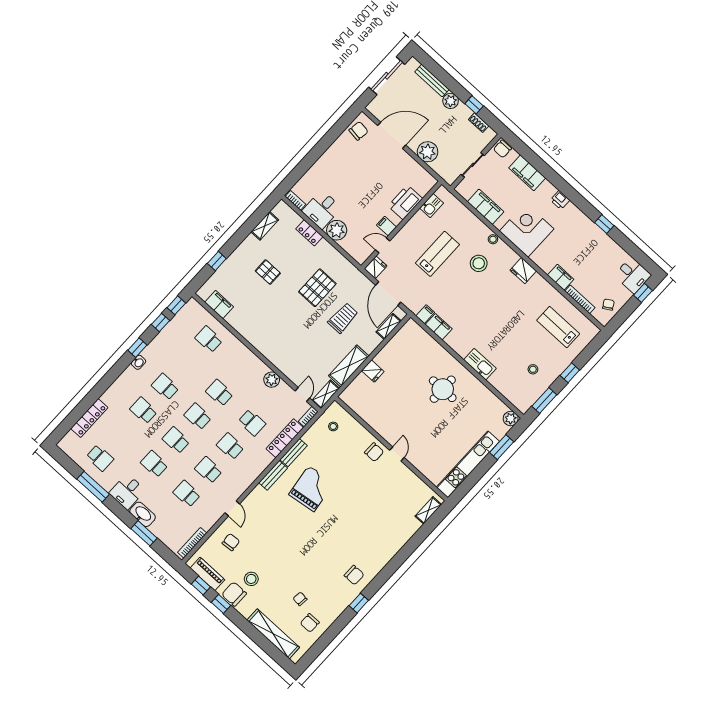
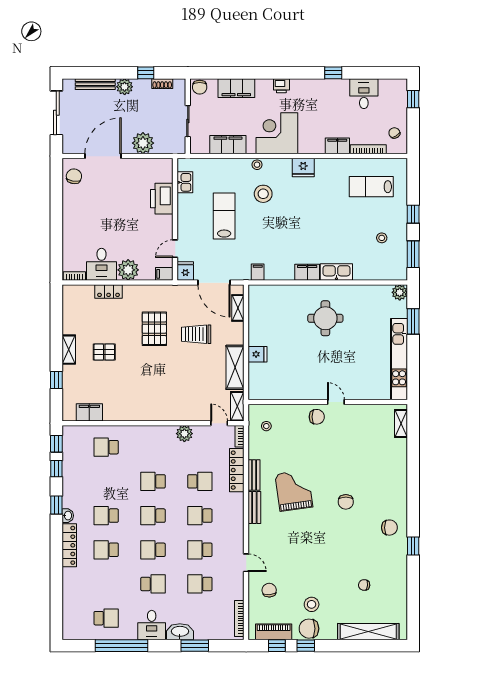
shelving: (265, 226) -> (69, 350), moved
filing cabinet: (387, 226) -> (164, 274), moved
desk: (633, 275) -> (364, 94), moved, turned -90
trolley: (343, 318) -> (196, 334), turned -90
filing cabinet: (439, 327) -> (307, 272), moved
locker: (89, 418) -> (69, 545), moved
school desk: (154, 464) -> (153, 584), turned 180
window: (93, 487) -> (121, 646), width x1.46
chair: (310, 623) -> (346, 502), moved

